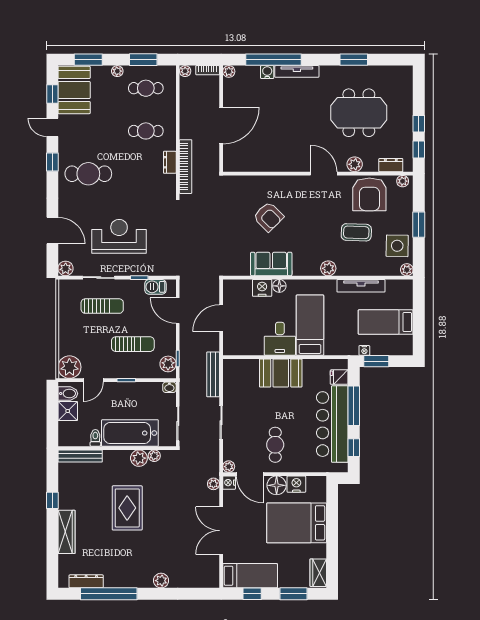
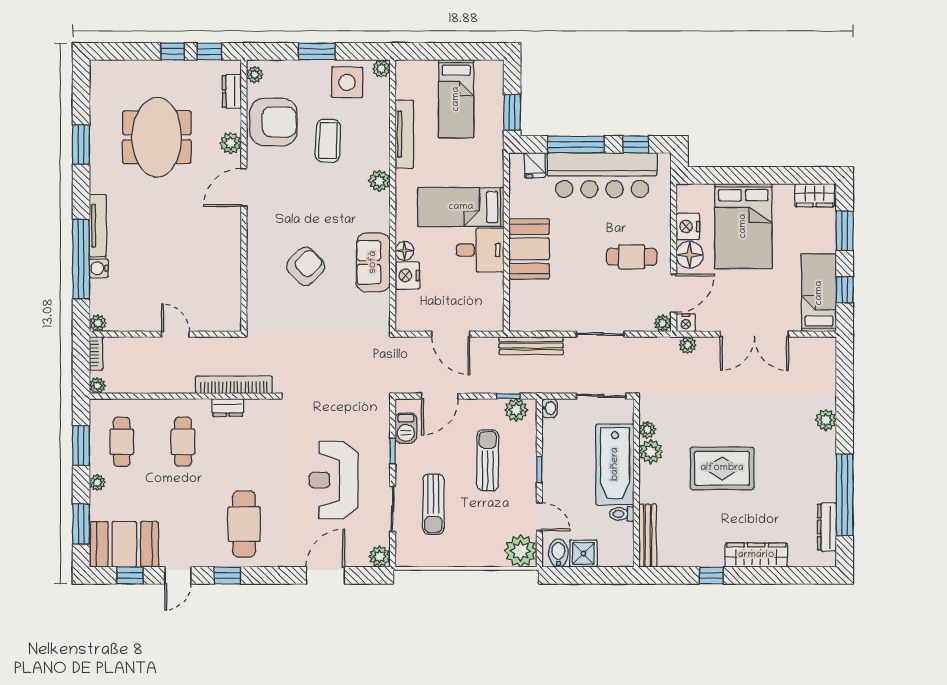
door: (221, 126) -> (175, 334), width x0.53
sun lounger: (102, 306) -> (433, 504), turned 180
nightstand: (364, 350) -> (497, 129), removed

